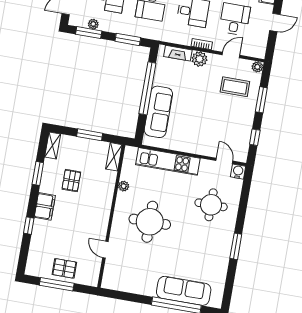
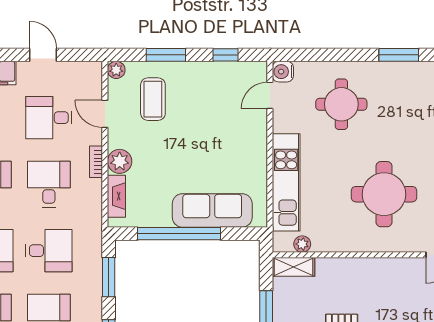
plant: (124, 186) -> (302, 244), moved

